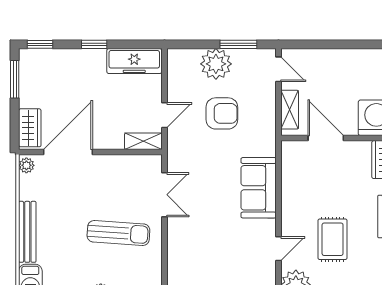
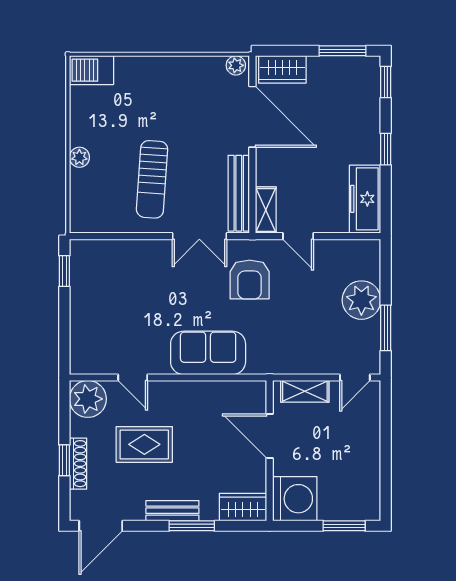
armchair: (222, 113) -> (250, 280), moved
door: (326, 138) -> (270, 436), swing flipped
bench: (27, 232) -> (239, 193), moved, turned 90

